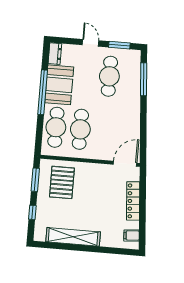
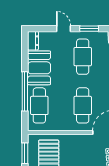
window: (43, 92) -> (25, 91), moved
cafe table: (80, 129) -> (83, 105), moved

